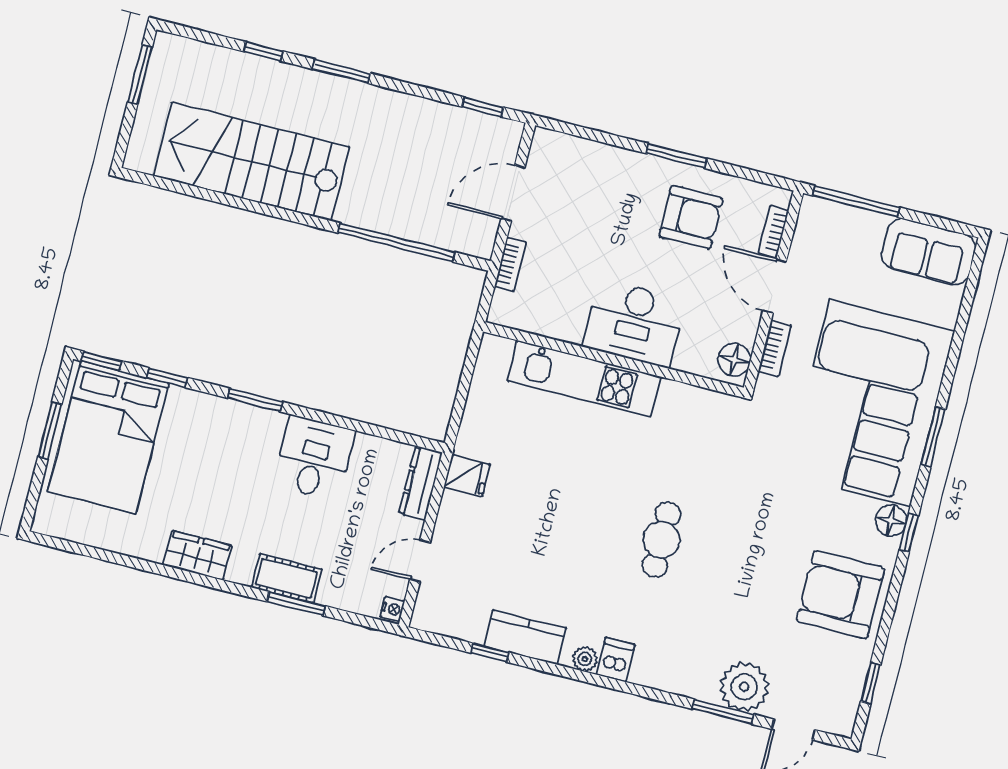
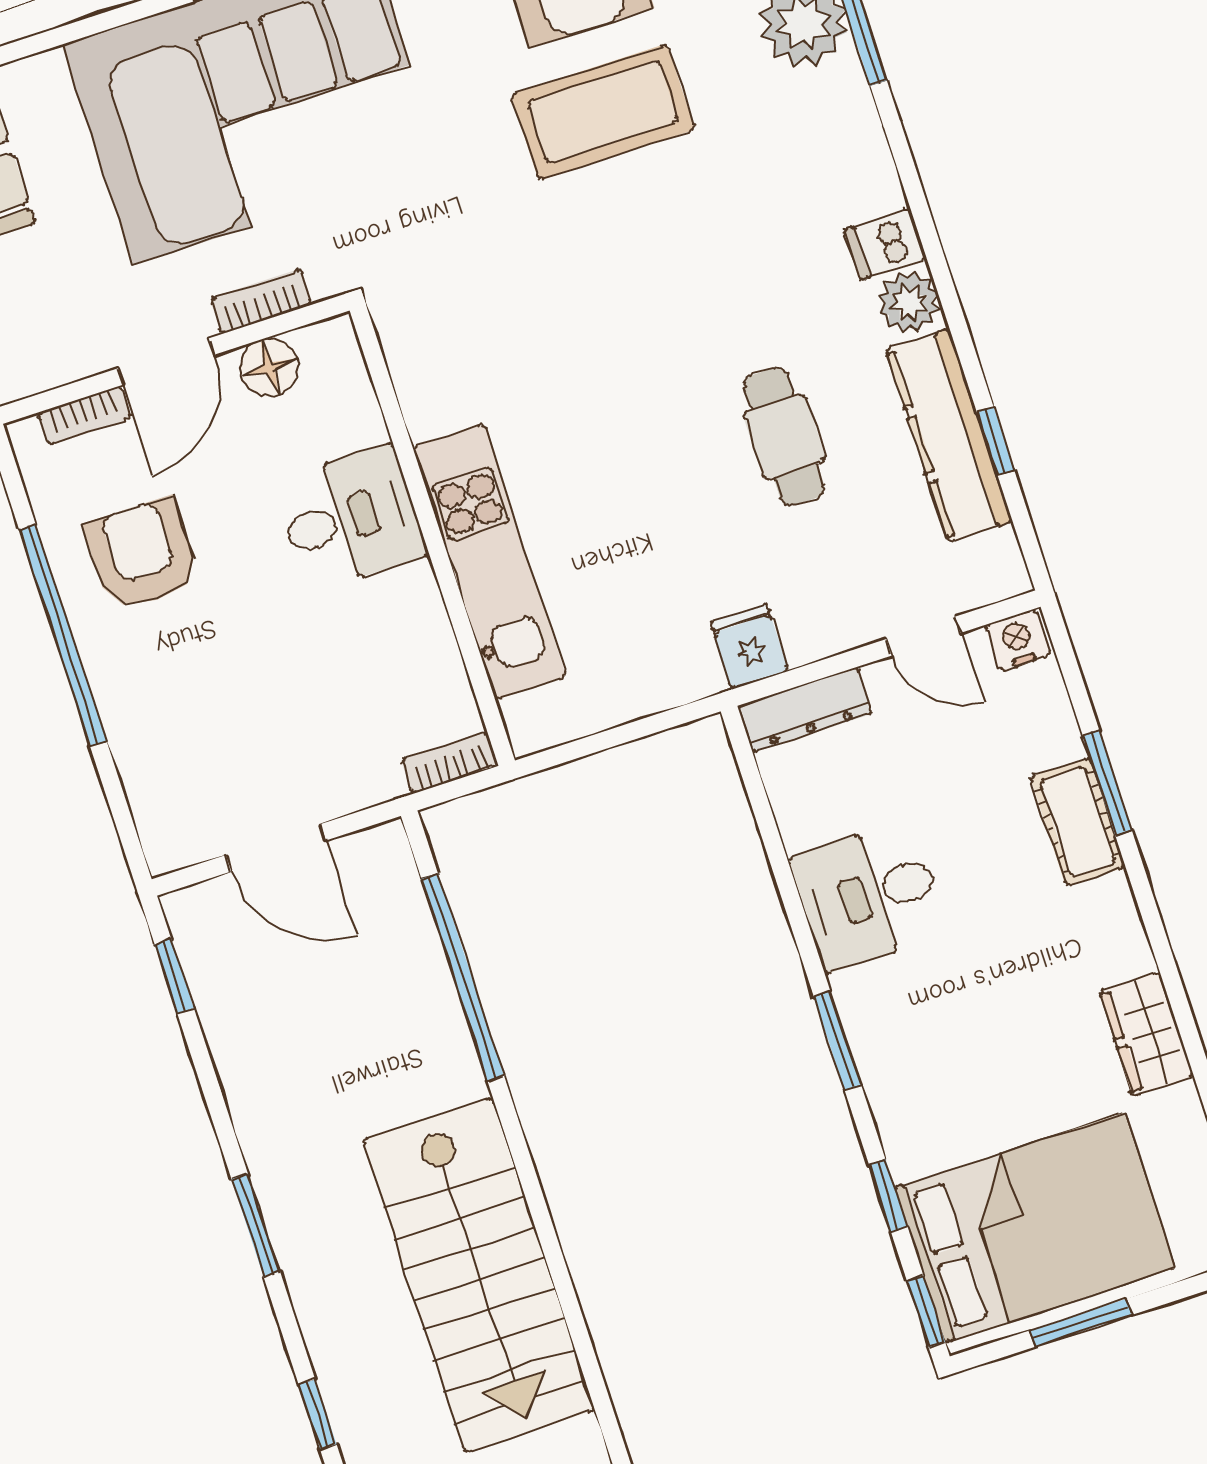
window: (263, 51) -> (318, 1415), moved
window: (676, 156) -> (63, 635), width x2.11
bookcase: (510, 264) -> (450, 763), moved
desk: (634, 323) -> (350, 518), width x0.73
floor lamp: (734, 360) -> (269, 368), moved
cafe table: (661, 540) -> (784, 436), moved, turned 90
wardrobe: (198, 555) -> (1146, 1034), moved
coffee table: (762, 566) -> (603, 112), added
nightstand: (392, 609) -> (1018, 640), width x1.39, depth x1.35
kitchen counter: (525, 637) -> (949, 435), width x1.50
plant: (585, 659) -> (909, 302), width x1.38, depth x1.38

